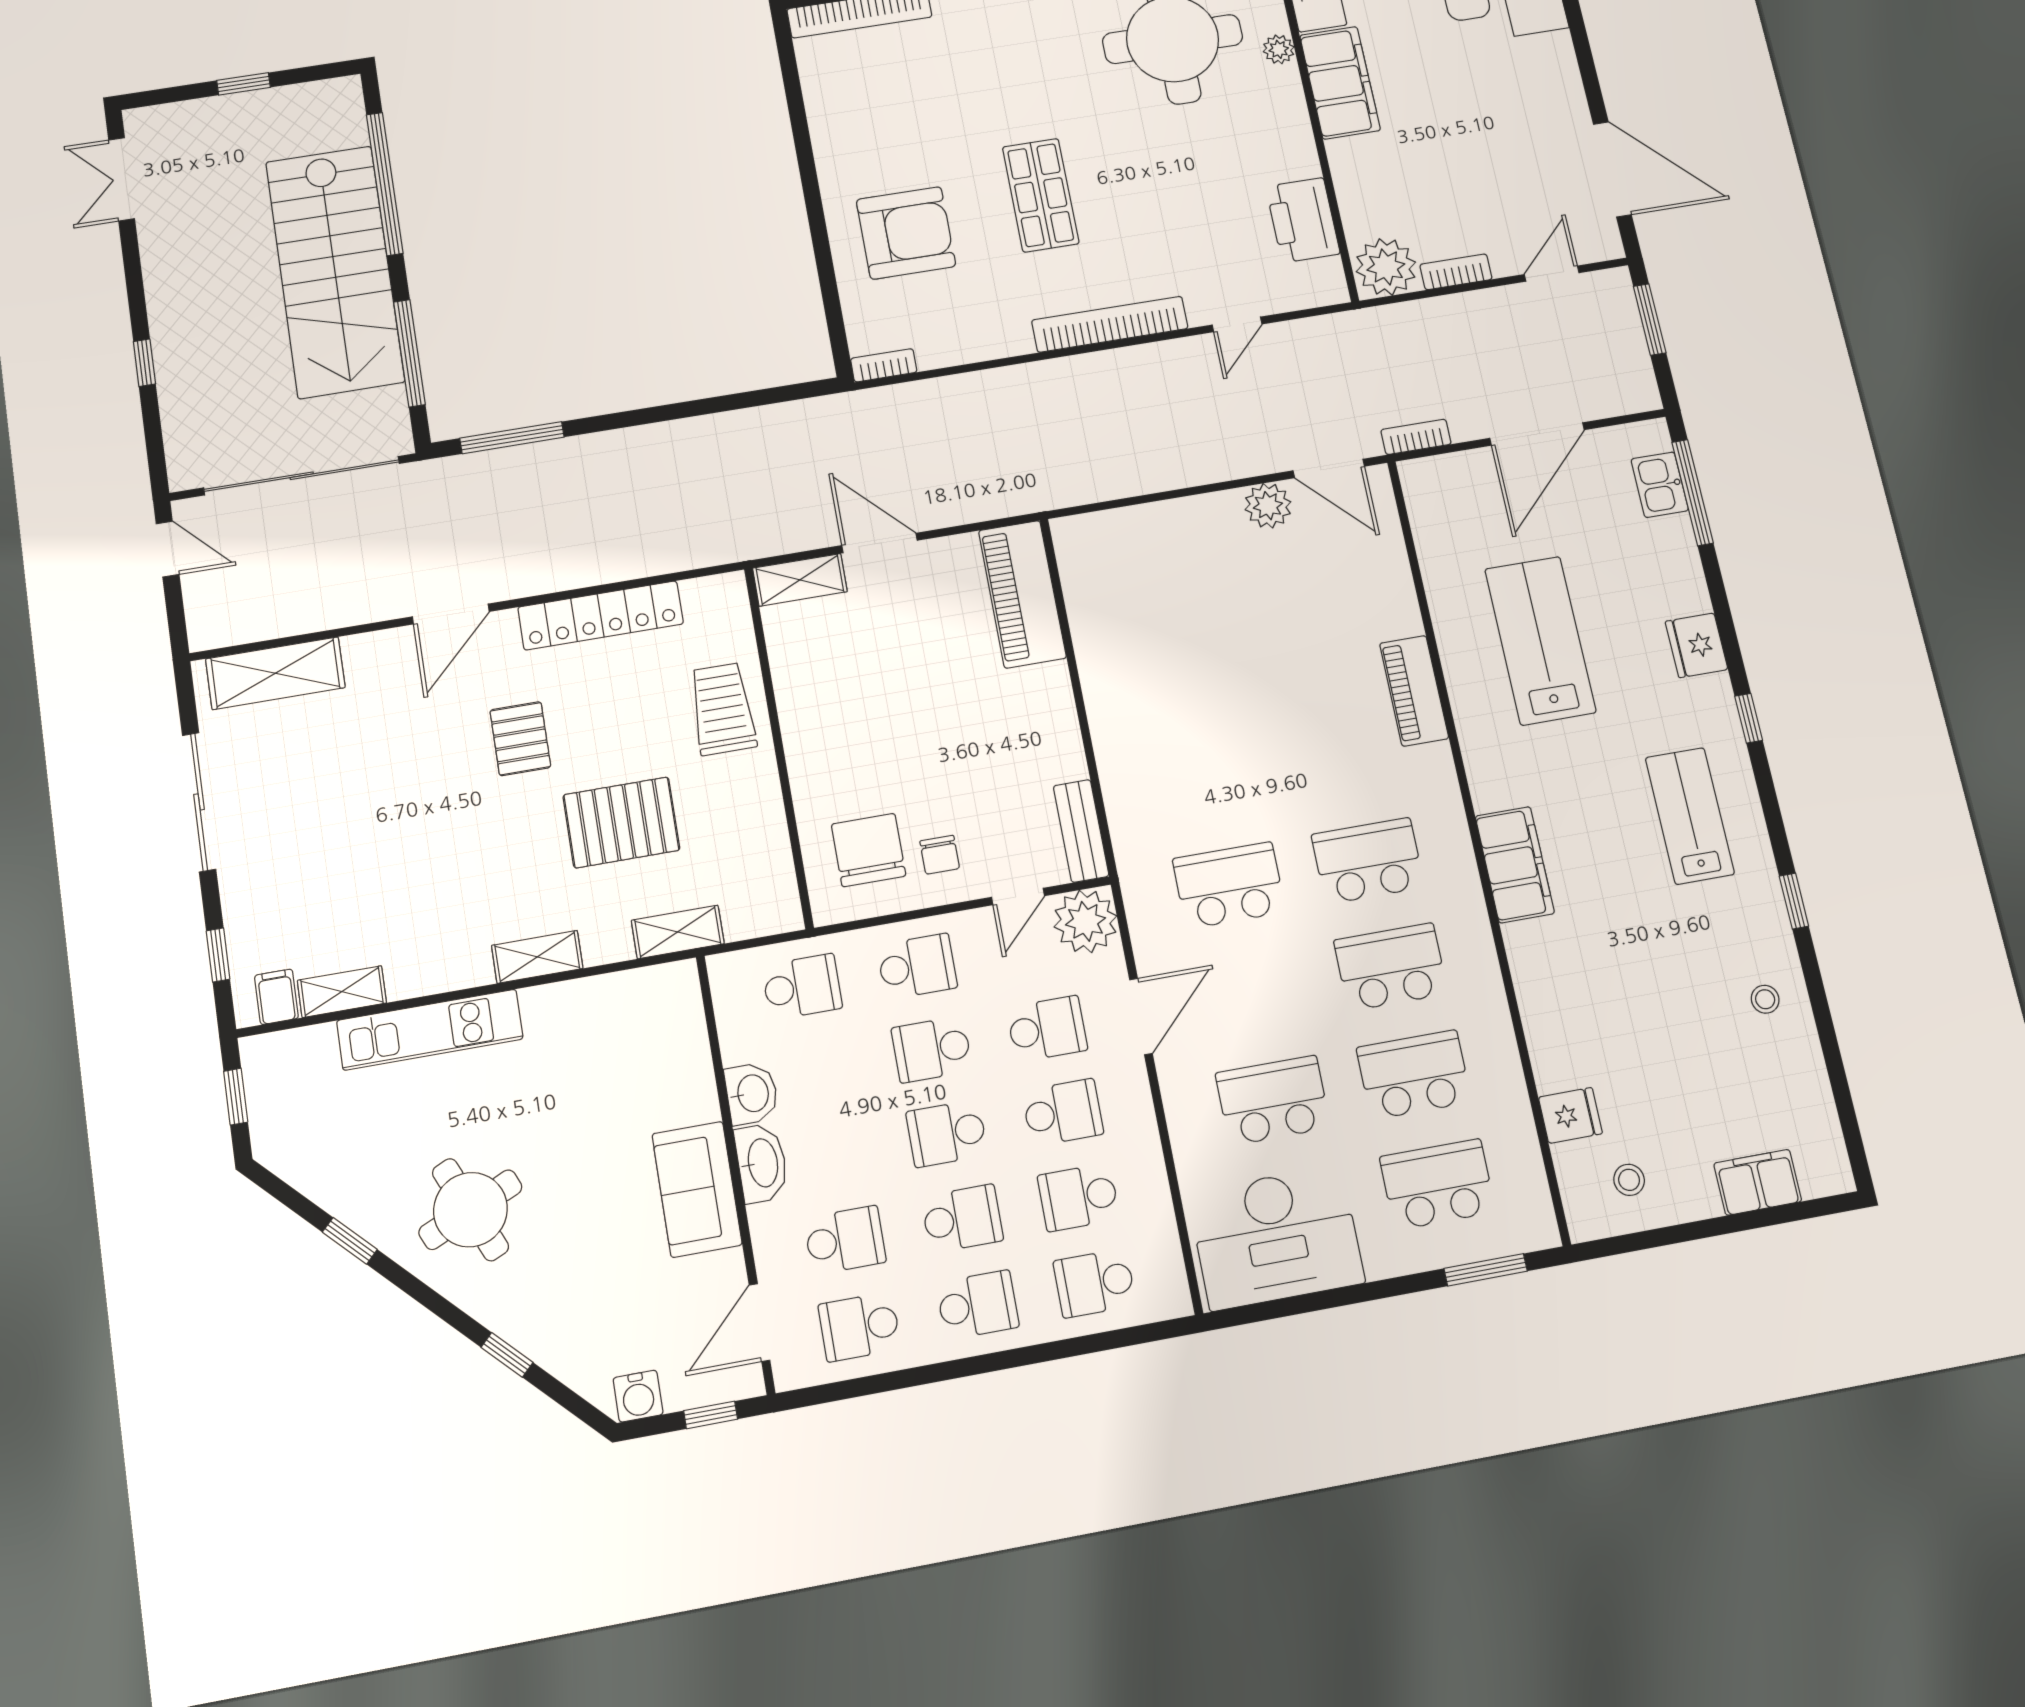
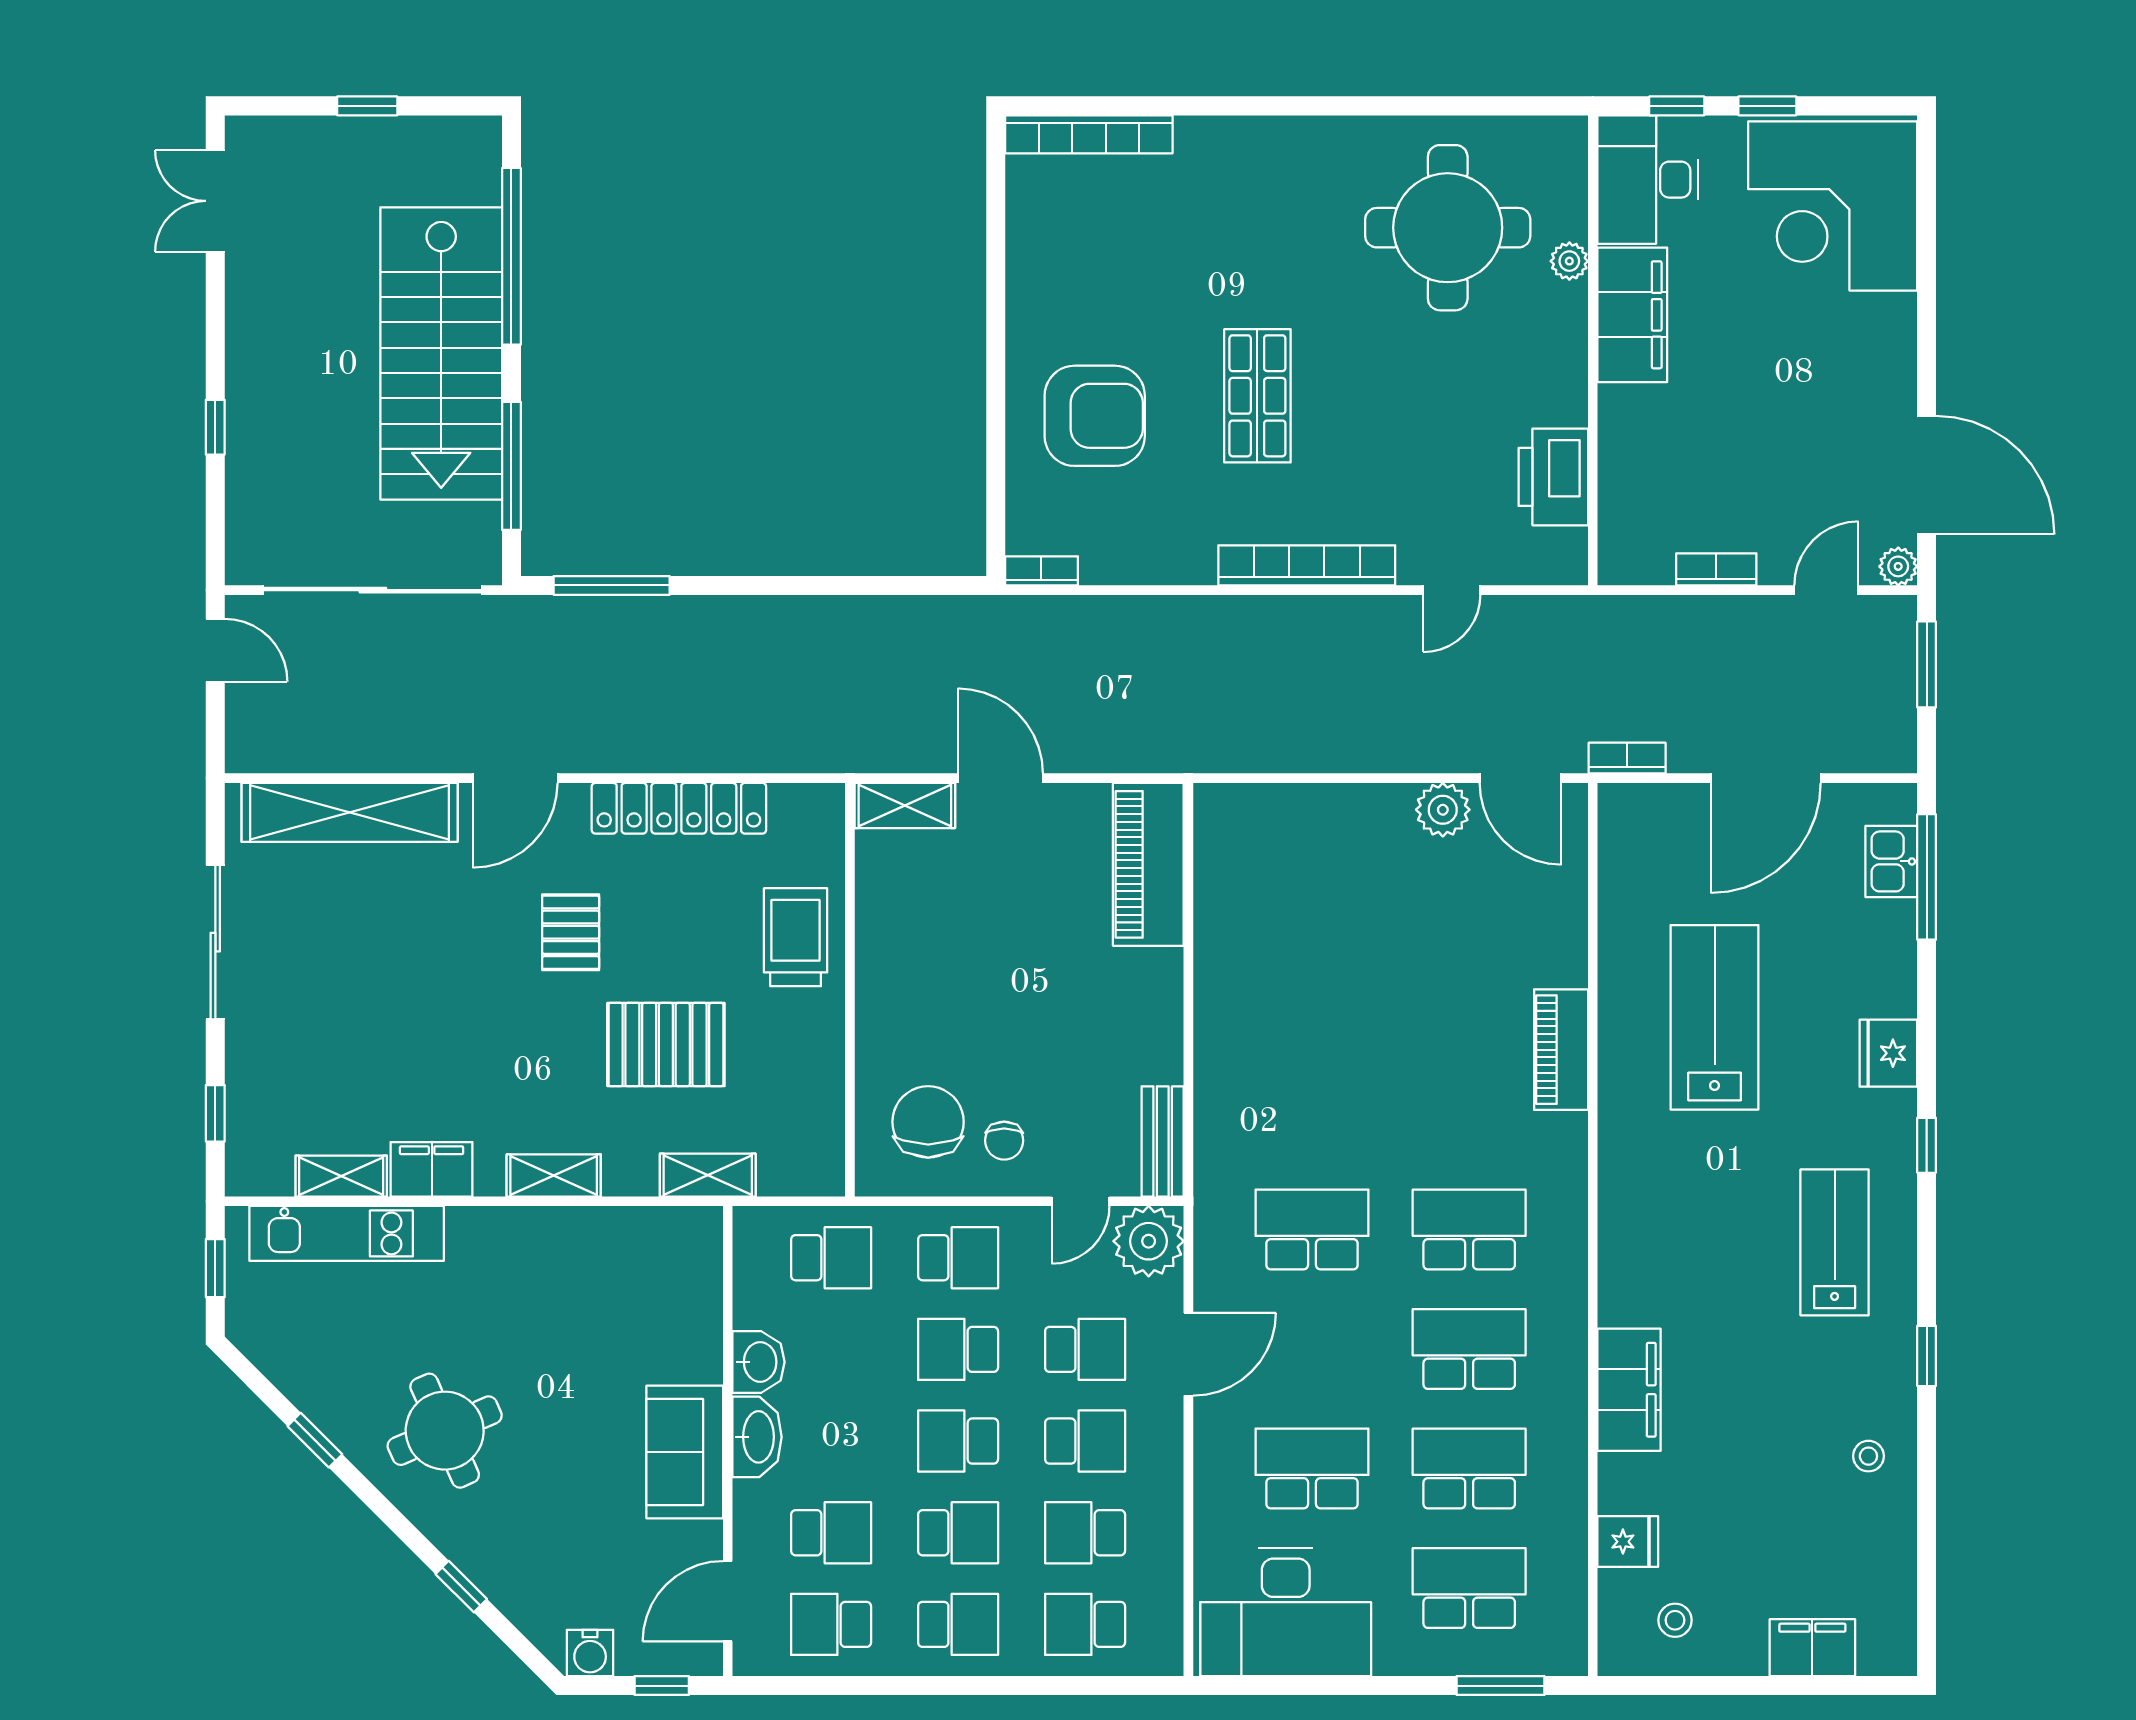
plant: (1386, 267) -> (1898, 566), moved, width x0.53, depth x0.53
shelving: (275, 673) -> (350, 812), width x1.47
filing cabinet: (1515, 865) -> (1629, 1390), moved
filing cabinet: (276, 997) -> (432, 1169), moved, width x2.00
kitchen unit: (430, 1030) -> (347, 1233), moved

